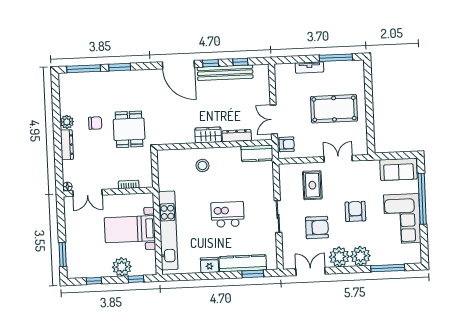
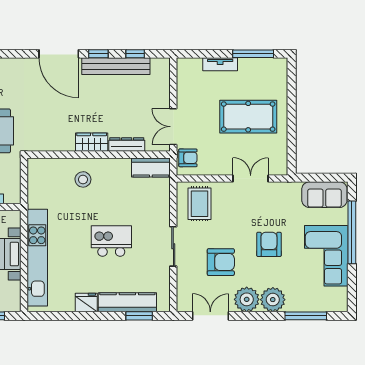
rug: (312, 185) -> (200, 204), moved

